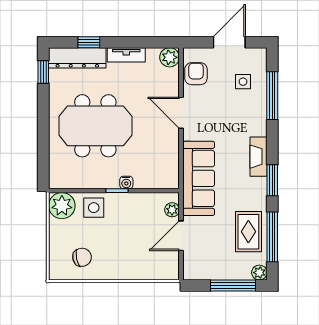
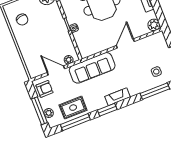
armchair: (196, 74) -> (45, 89), moved
side table: (94, 208) -> (53, 15), removed
plant: (259, 273) -> (49, 113), moved

